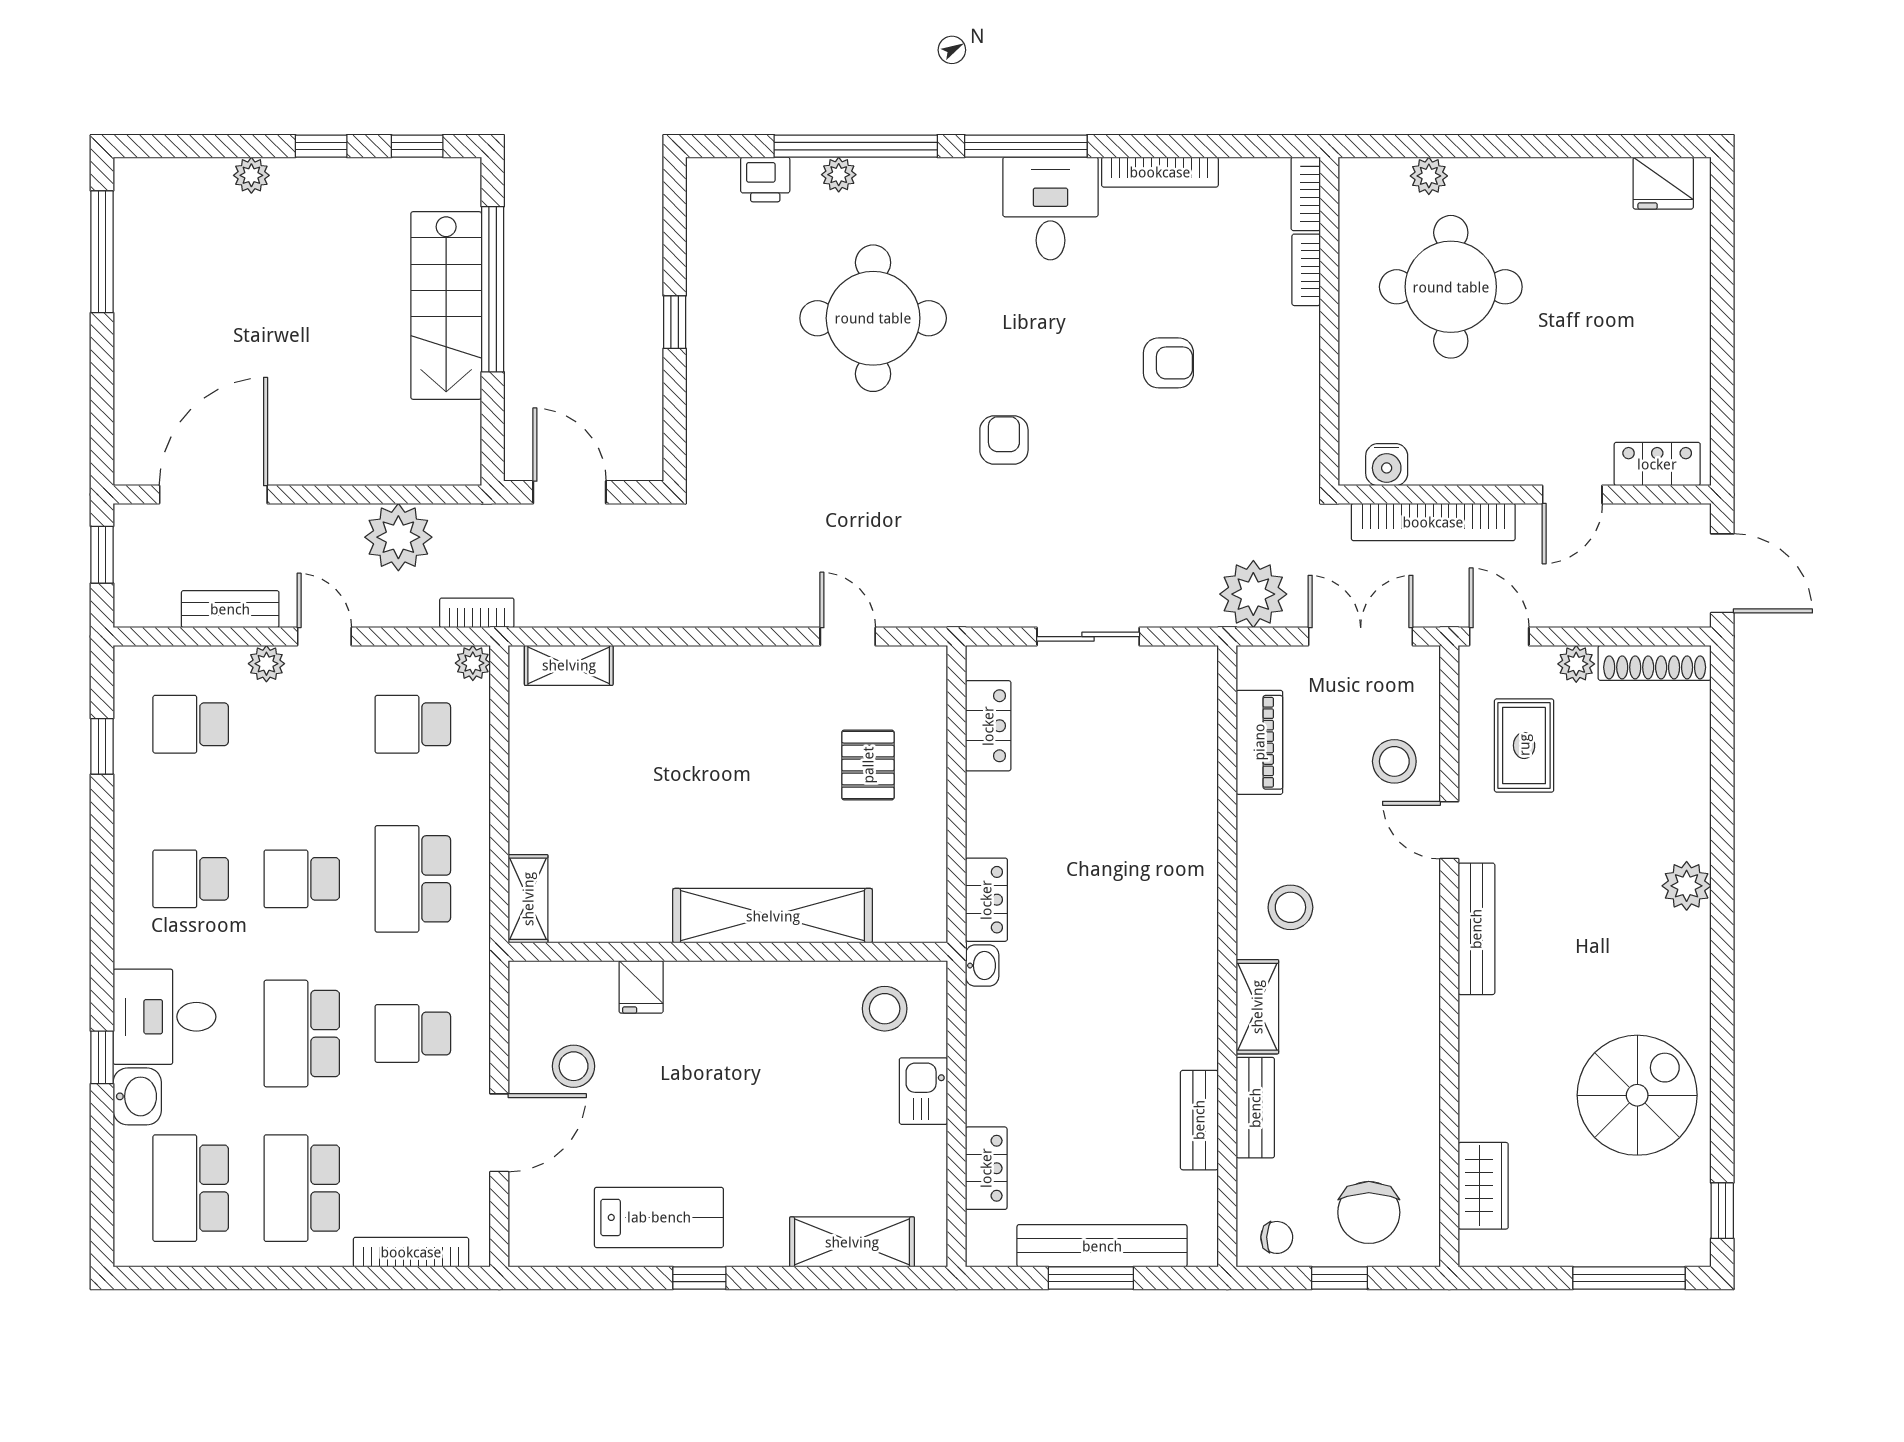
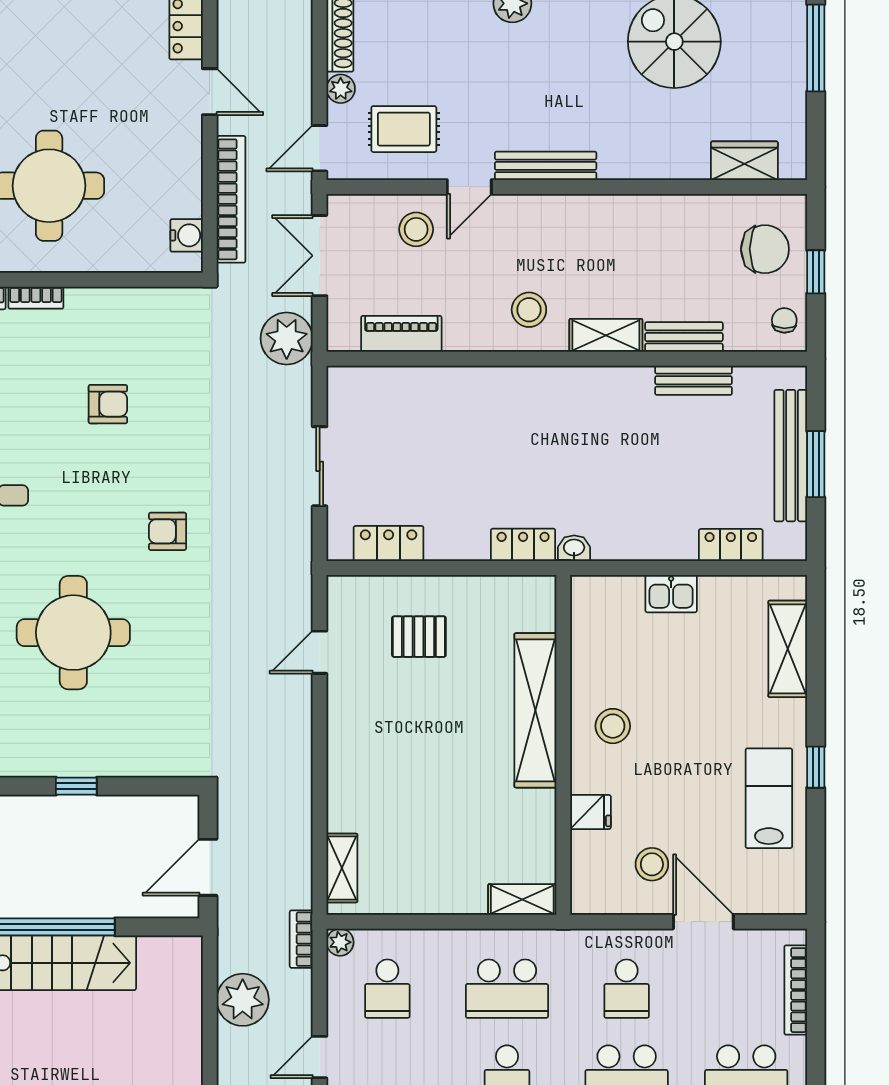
armchair: (1168, 363) -> (108, 404), turned 90
stool: (885, 1009) -> (613, 726), moved

